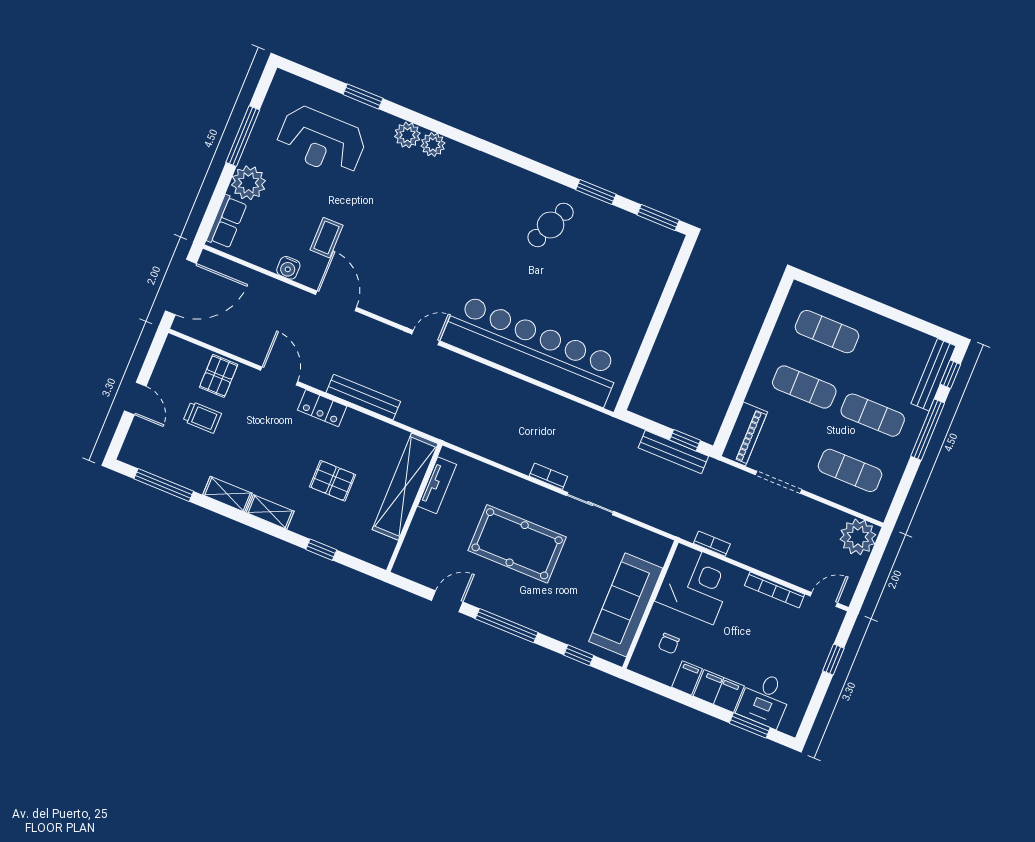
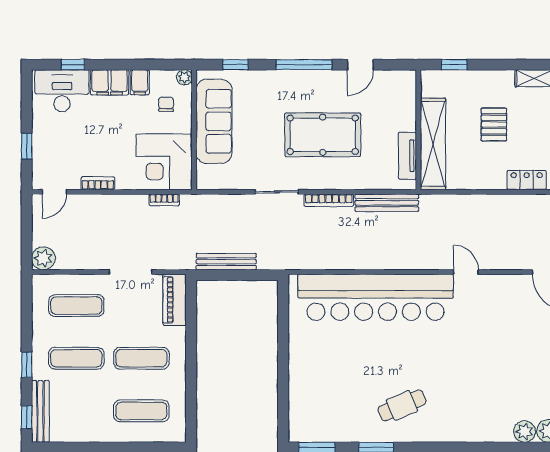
cafe table: (551, 225) -> (402, 405), turned 43
door: (426, 338) -> (466, 272), swing flipped
bench: (363, 397) -> (387, 203), moved
window: (928, 430) -> (27, 365), width x0.46
window: (685, 440) -> (221, 275), removed
bookcase: (548, 476) -> (329, 200), width x1.56
pallet: (333, 481) -> (494, 124), turned 90
plant: (858, 537) -> (43, 258), width x0.73, depth x0.73
window: (321, 550) -> (454, 65), moved
bookcase: (775, 590) -> (98, 183), width x0.64
plant: (638, 664) -> (184, 77), added
desk: (765, 699) -> (62, 91), width x1.37
window: (750, 725) -> (73, 65), width x0.67

